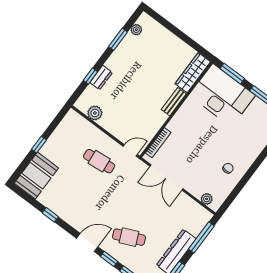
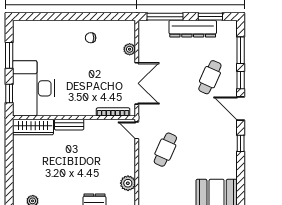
window: (232, 74) -> (9, 93), width x0.67
cafe table: (99, 161) -> (165, 150), turned 30
plant: (207, 199) -> (130, 49), moved
window: (50, 215) -> (241, 143), moved
cafe table: (129, 237) -> (210, 77), turned 48

